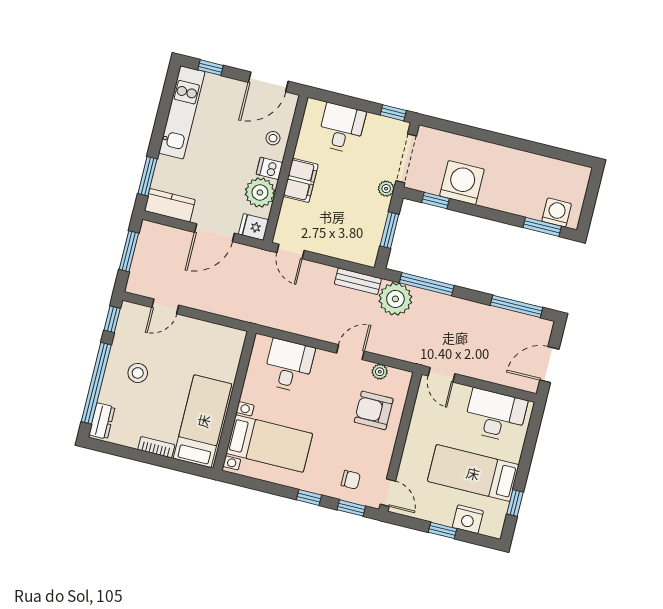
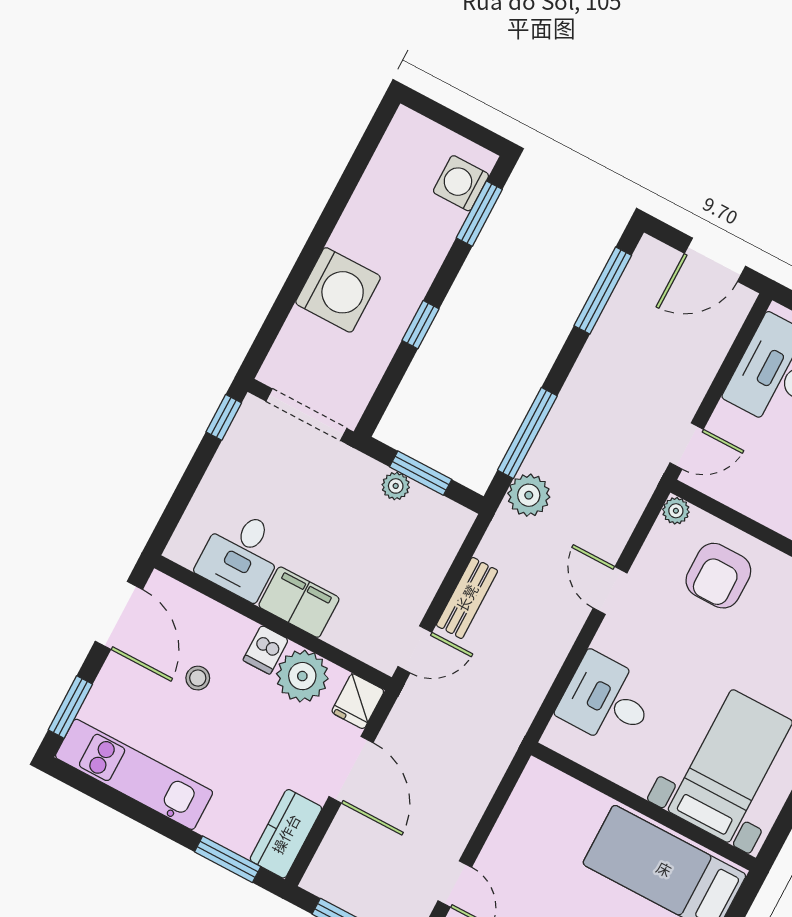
window: (210, 68) -> (70, 707), width x1.50
desk: (342, 128) -> (242, 554), moved, turned -90
stool: (273, 138) -> (198, 678), moved
washing machine: (462, 183) -> (338, 290), moved, turned 180
plant: (386, 189) -> (396, 486), moved
window: (436, 200) -> (421, 325), moved
bench: (358, 281) -> (467, 598), moved
plant: (395, 299) -> (529, 495), width x0.73, depth x0.73
door: (549, 365) -> (715, 260), hinge flipped
plant: (380, 372) -> (676, 511), moved

